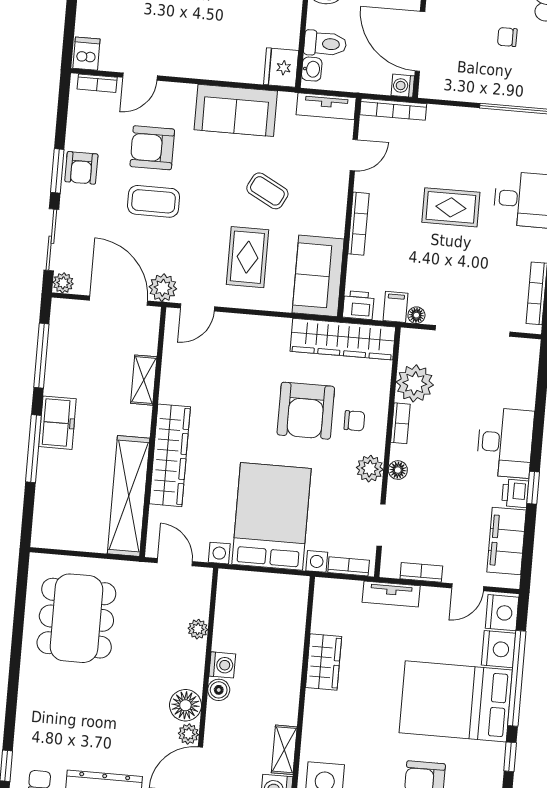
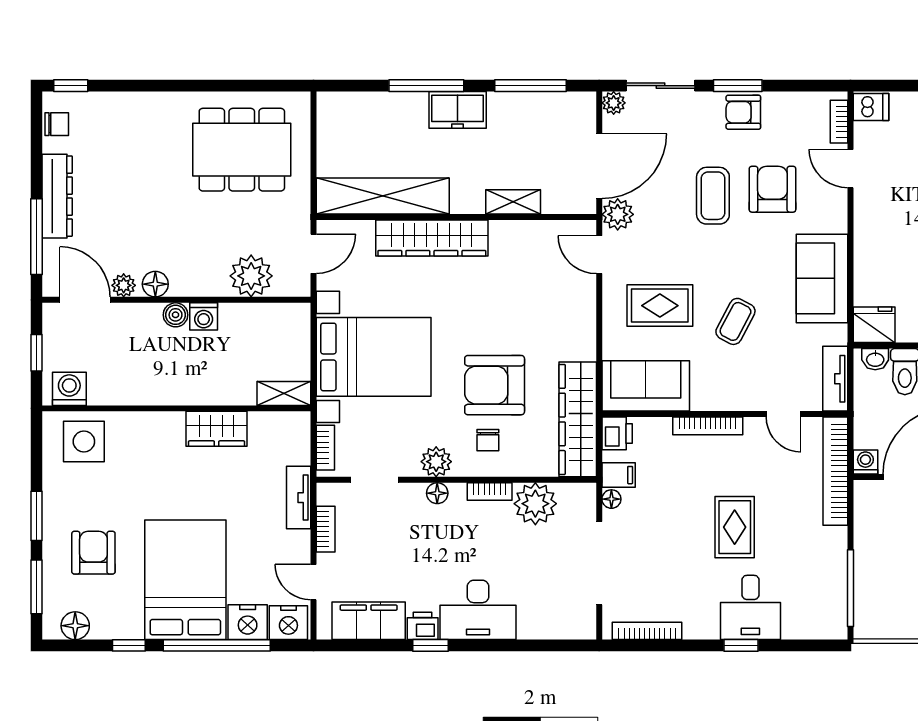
bookcase: (393, 109) -> (835, 471), width x1.48, depth x1.31
plant: (198, 629) -> (251, 276), width x1.87, depth x1.87
floor lamp: (185, 705) -> (155, 284), width x0.73, depth x0.73
shelving: (284, 750) -> (284, 393), moved

